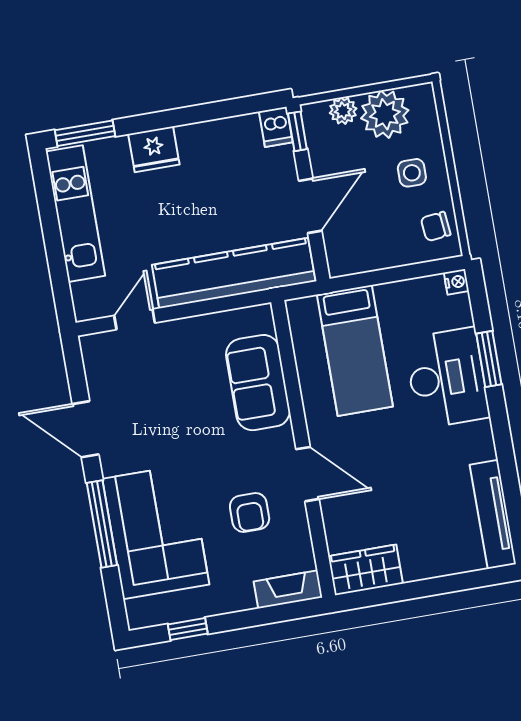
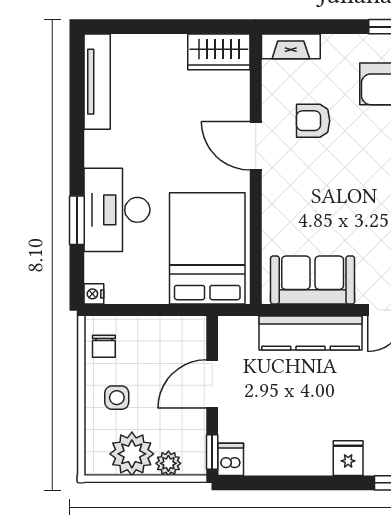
fridge: (154, 149) -> (348, 458), width x0.72
chair: (436, 226) -> (104, 346), turned 96
kitchen counter: (234, 273) -> (310, 333), width x0.72, depth x0.86
bed: (355, 350) -> (207, 248), width x1.50
sofa: (258, 383) -> (313, 280), moved, turned -90
armchair: (250, 512) -> (313, 121), turned -90

